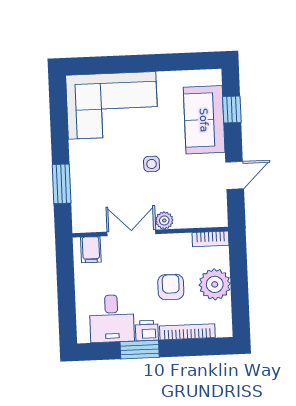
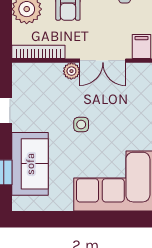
bookcase: (210, 239) -> (38, 52), width x1.56

